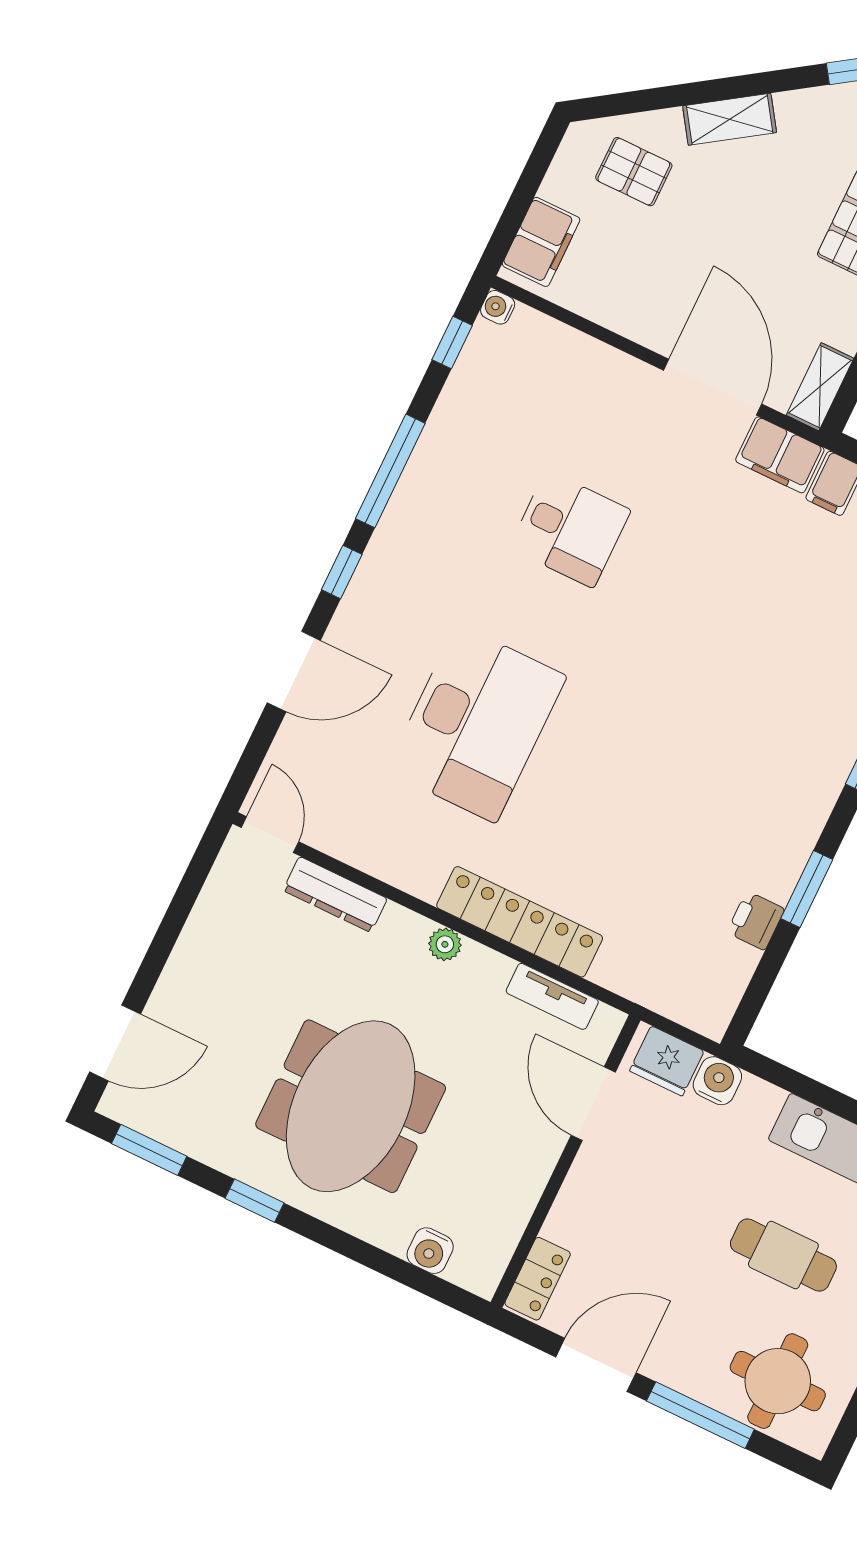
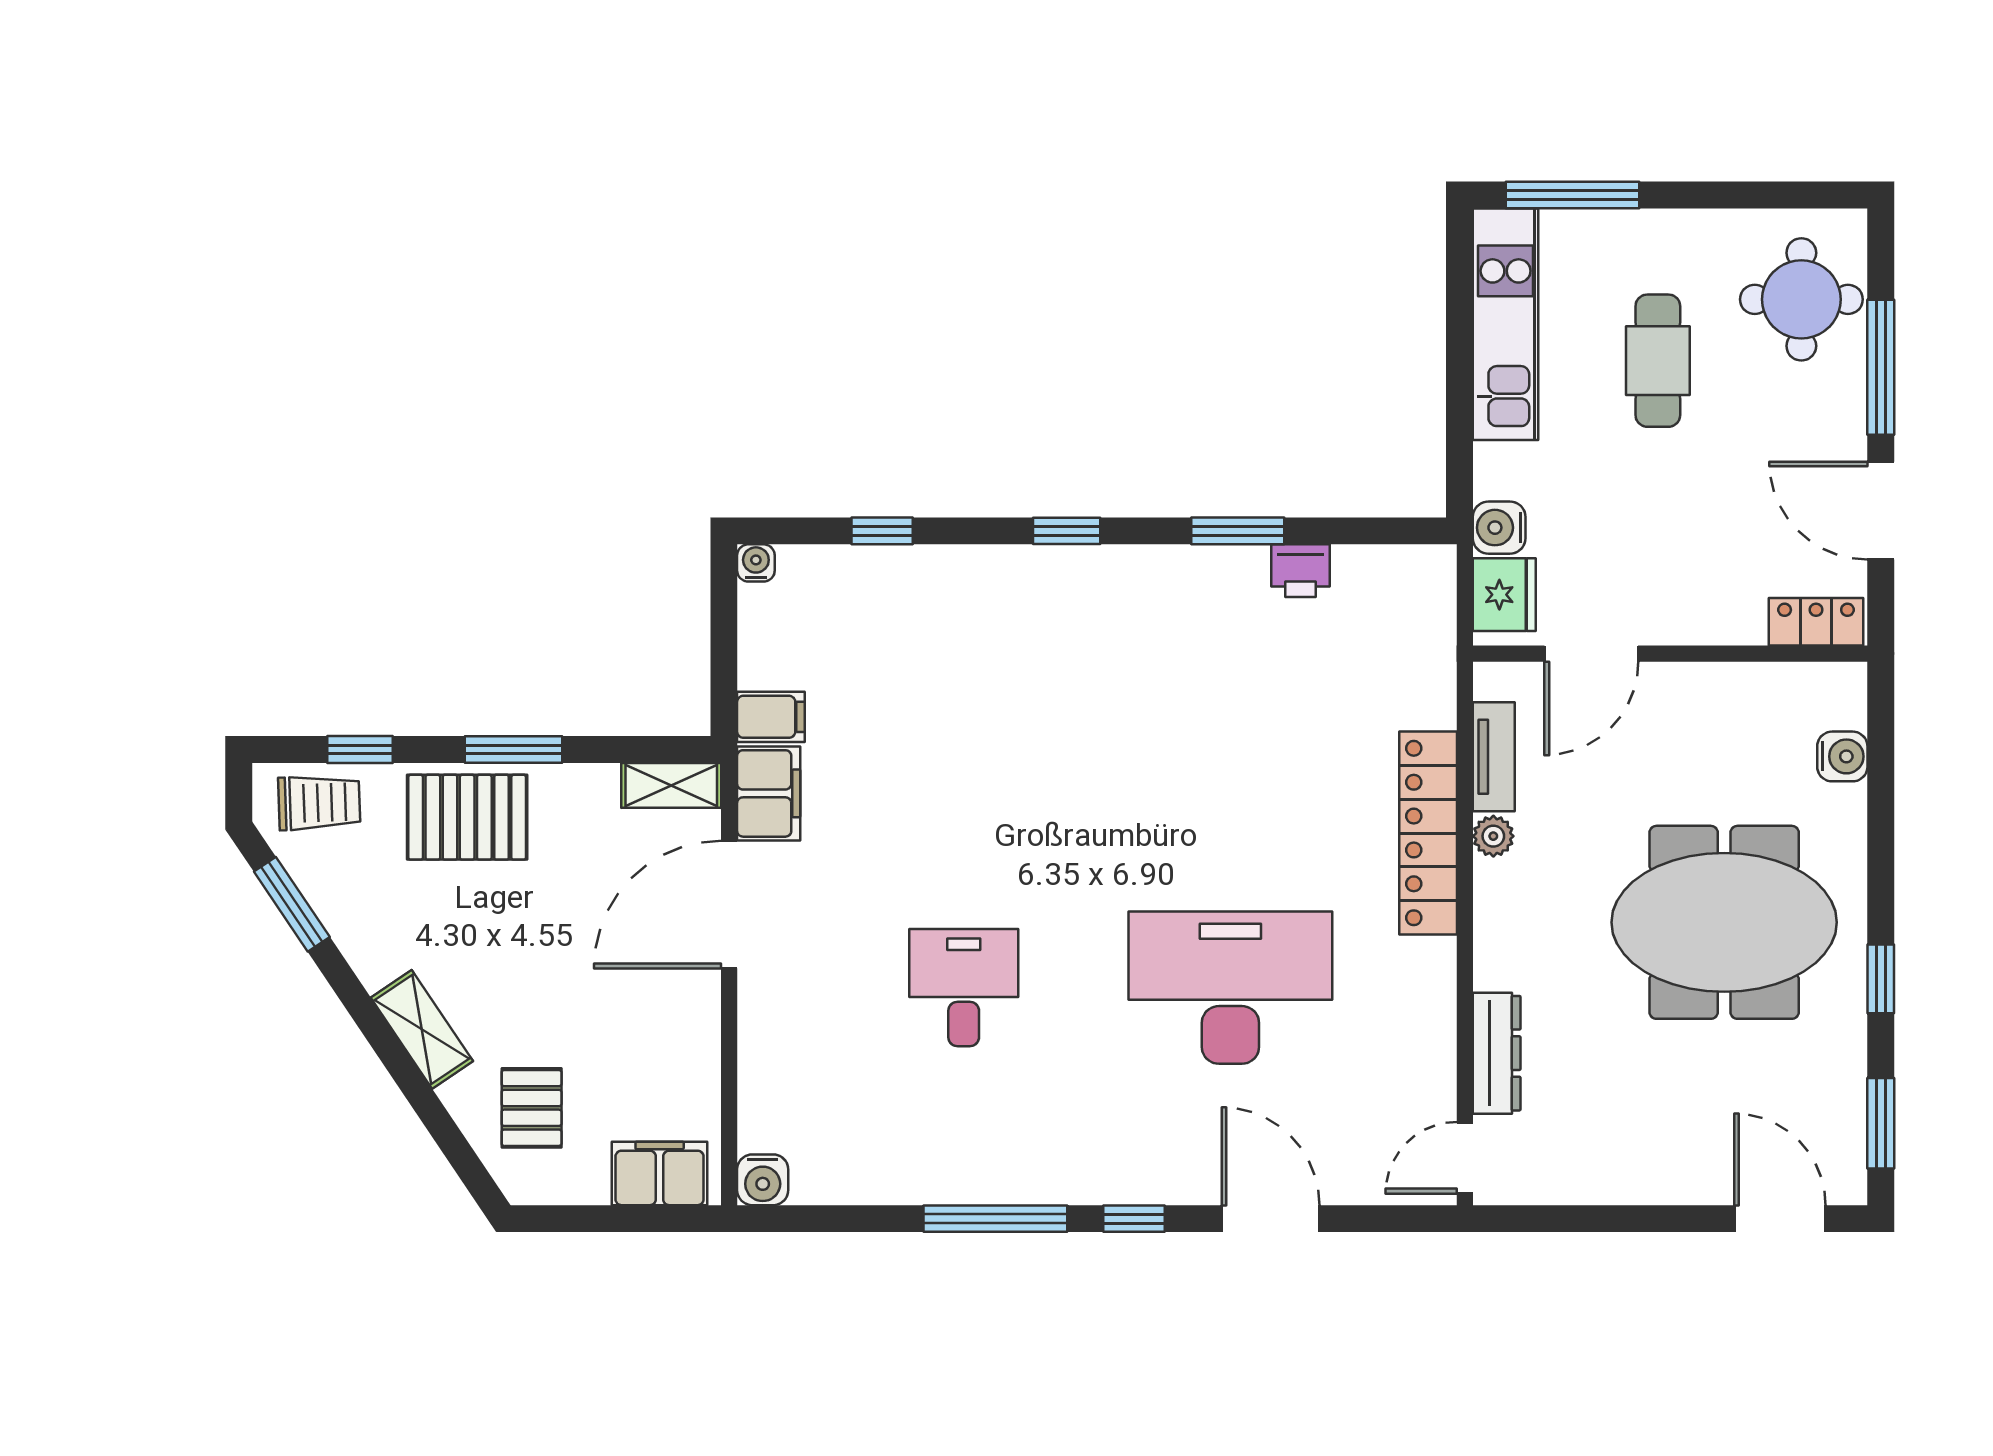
water cooler: (498, 307) -> (763, 1180), width x1.38, depth x1.38
window: (452, 342) -> (819, 1219), removed
plant: (445, 944) -> (1493, 836), moved

